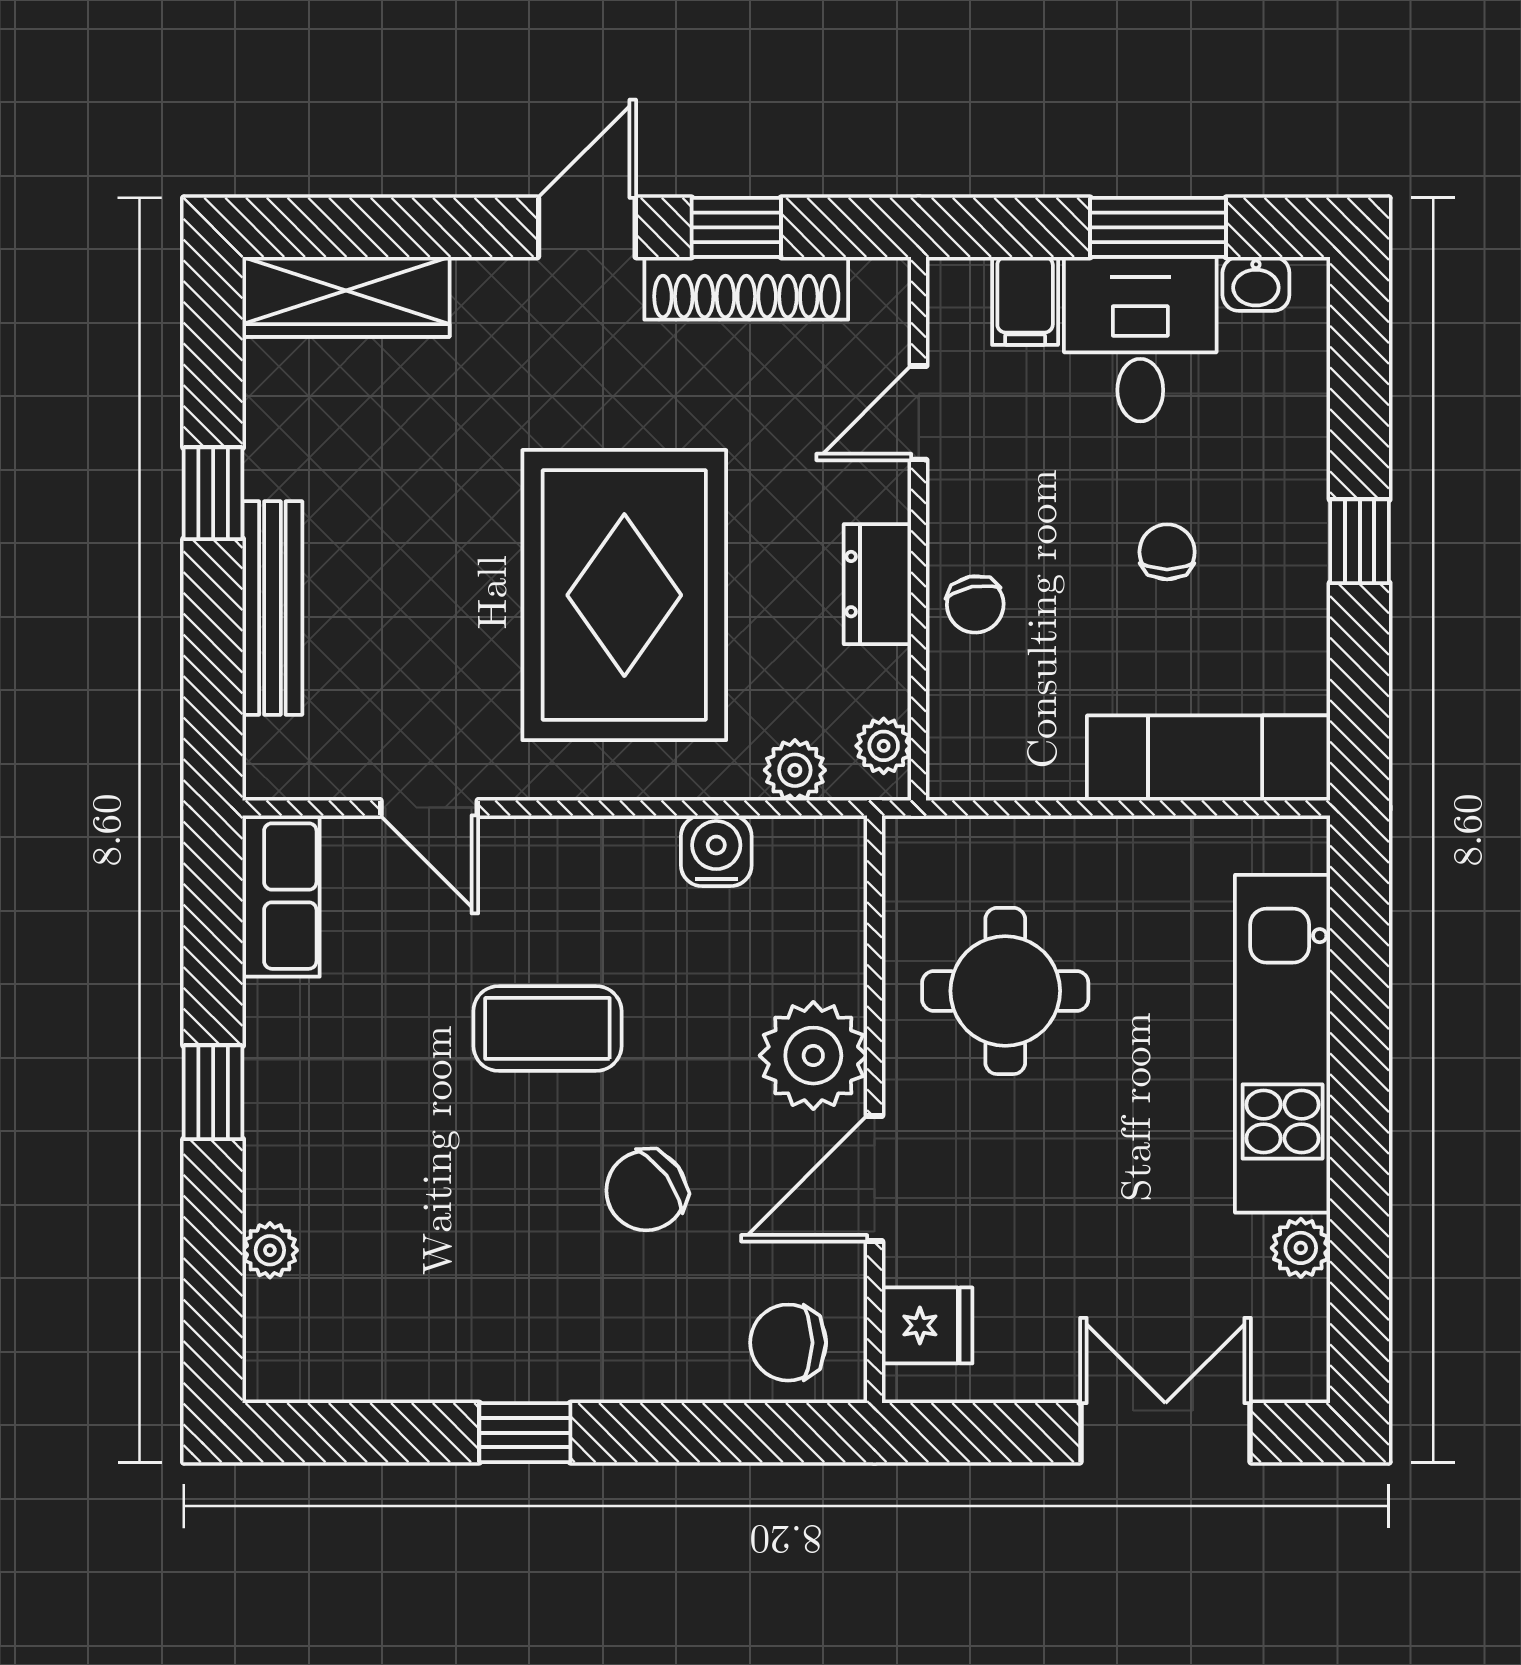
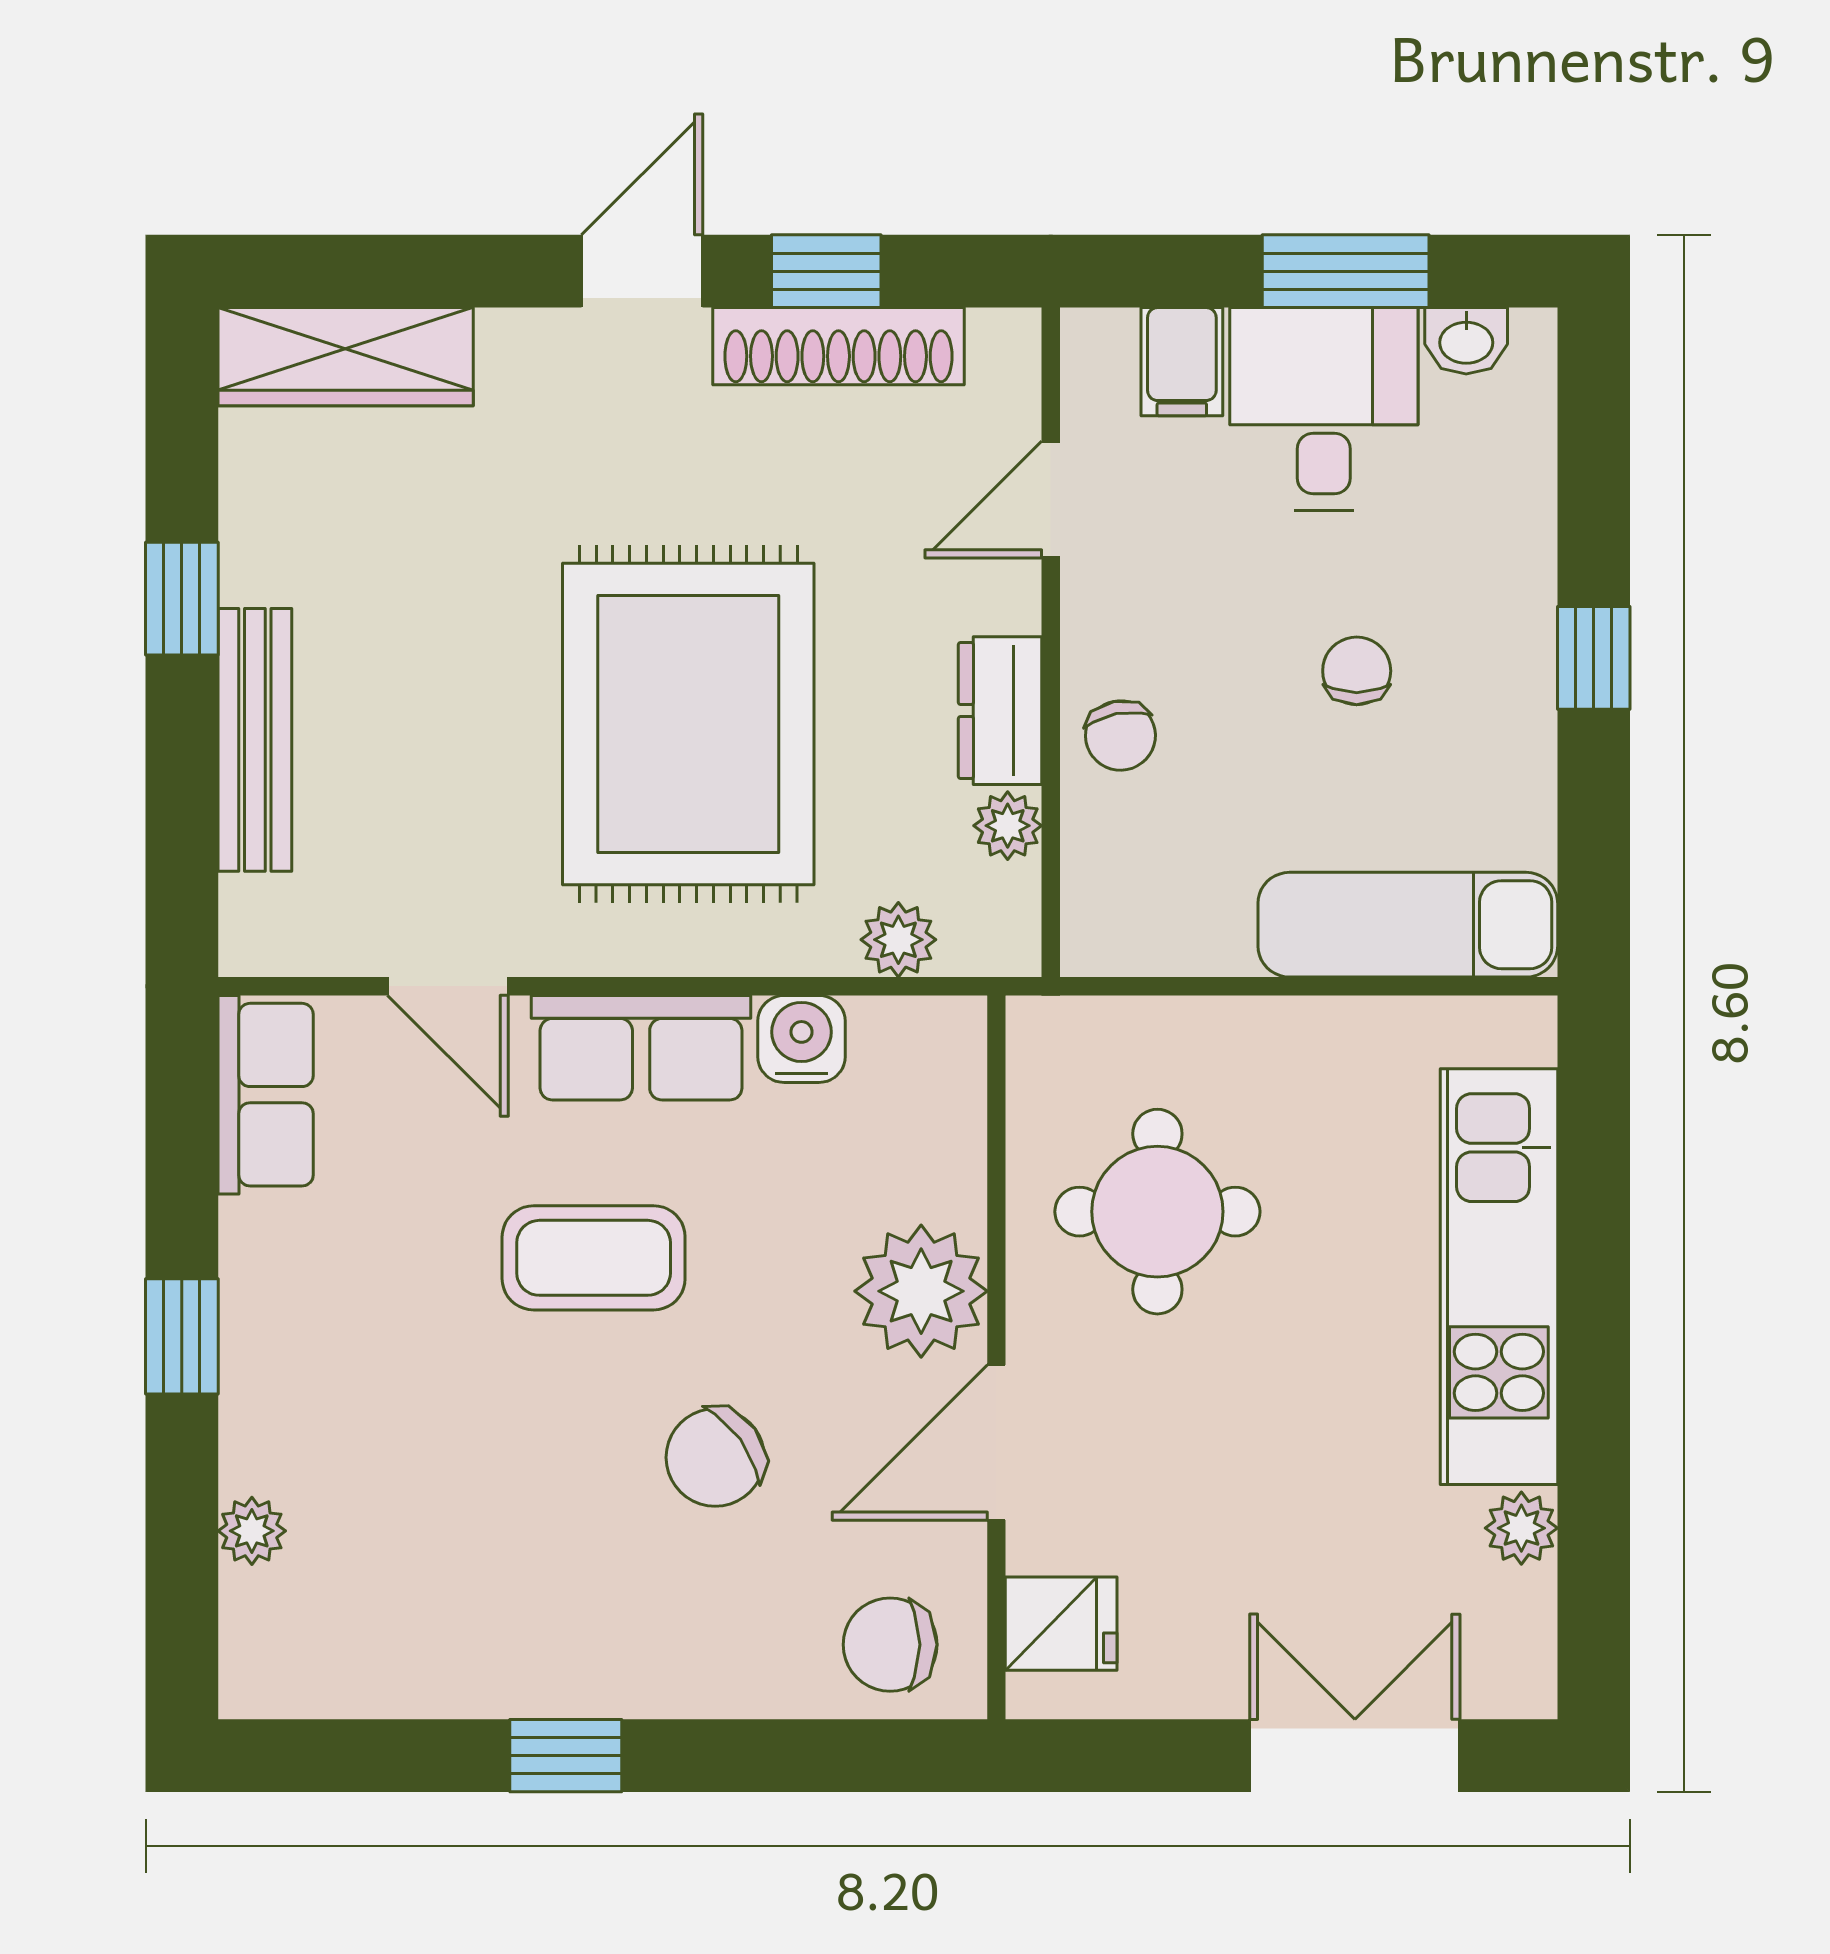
plant: (884, 746) -> (1008, 826), moved
row of seats: (586, 858) -> (641, 1048), added

